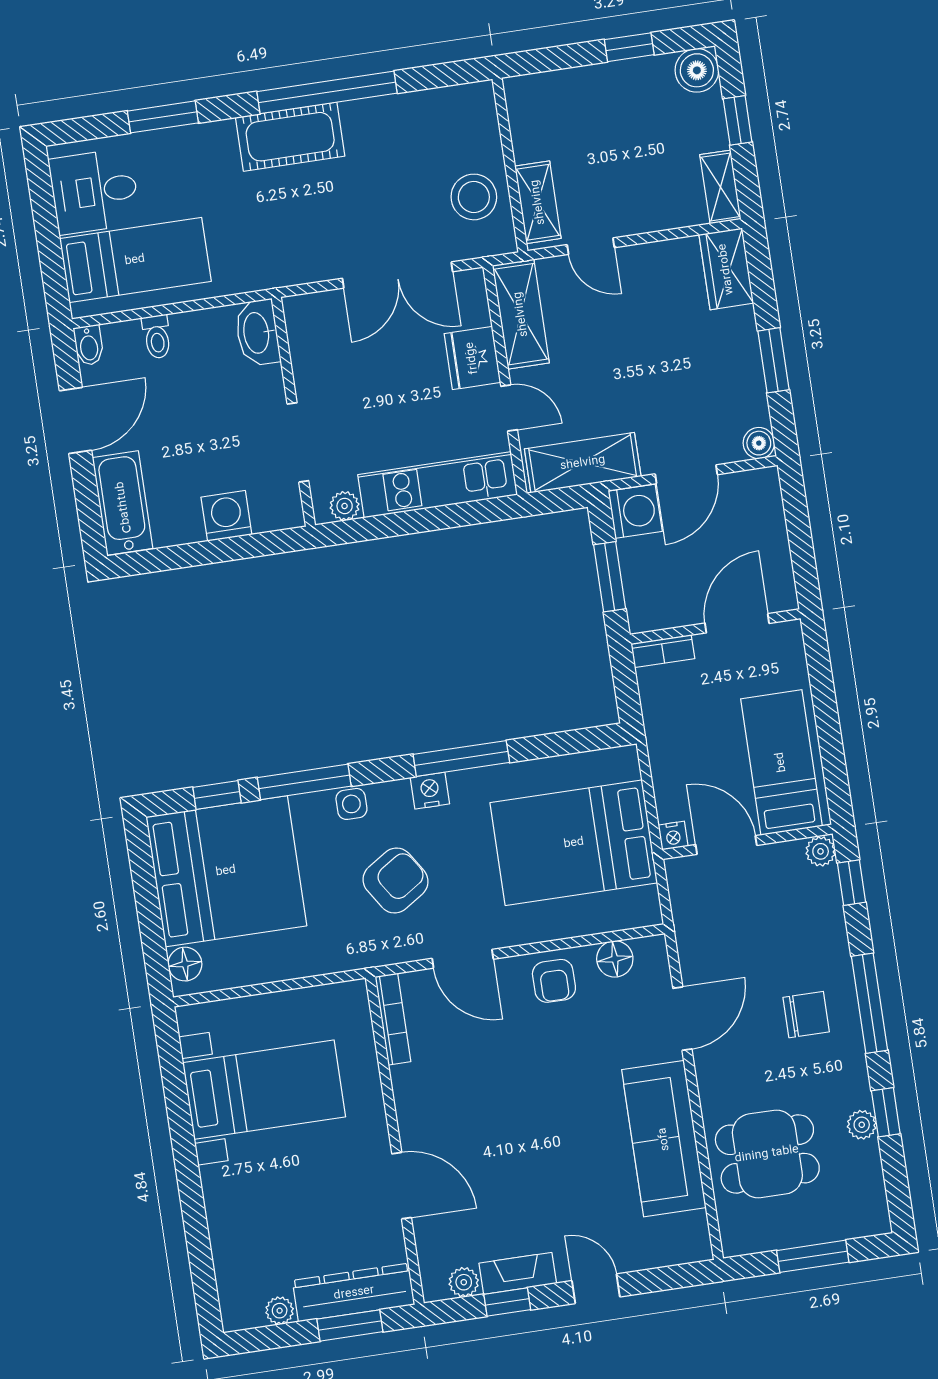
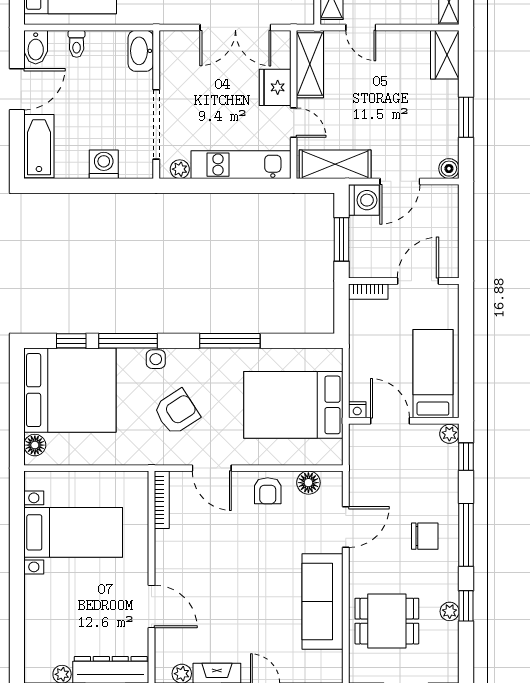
bidet: (89, 345) -> (36, 47), width x1.38, depth x1.36
doorway: (298, 442) -> (156, 124), width x1.36
nightstand: (430, 791) -> (207, 358), removed

